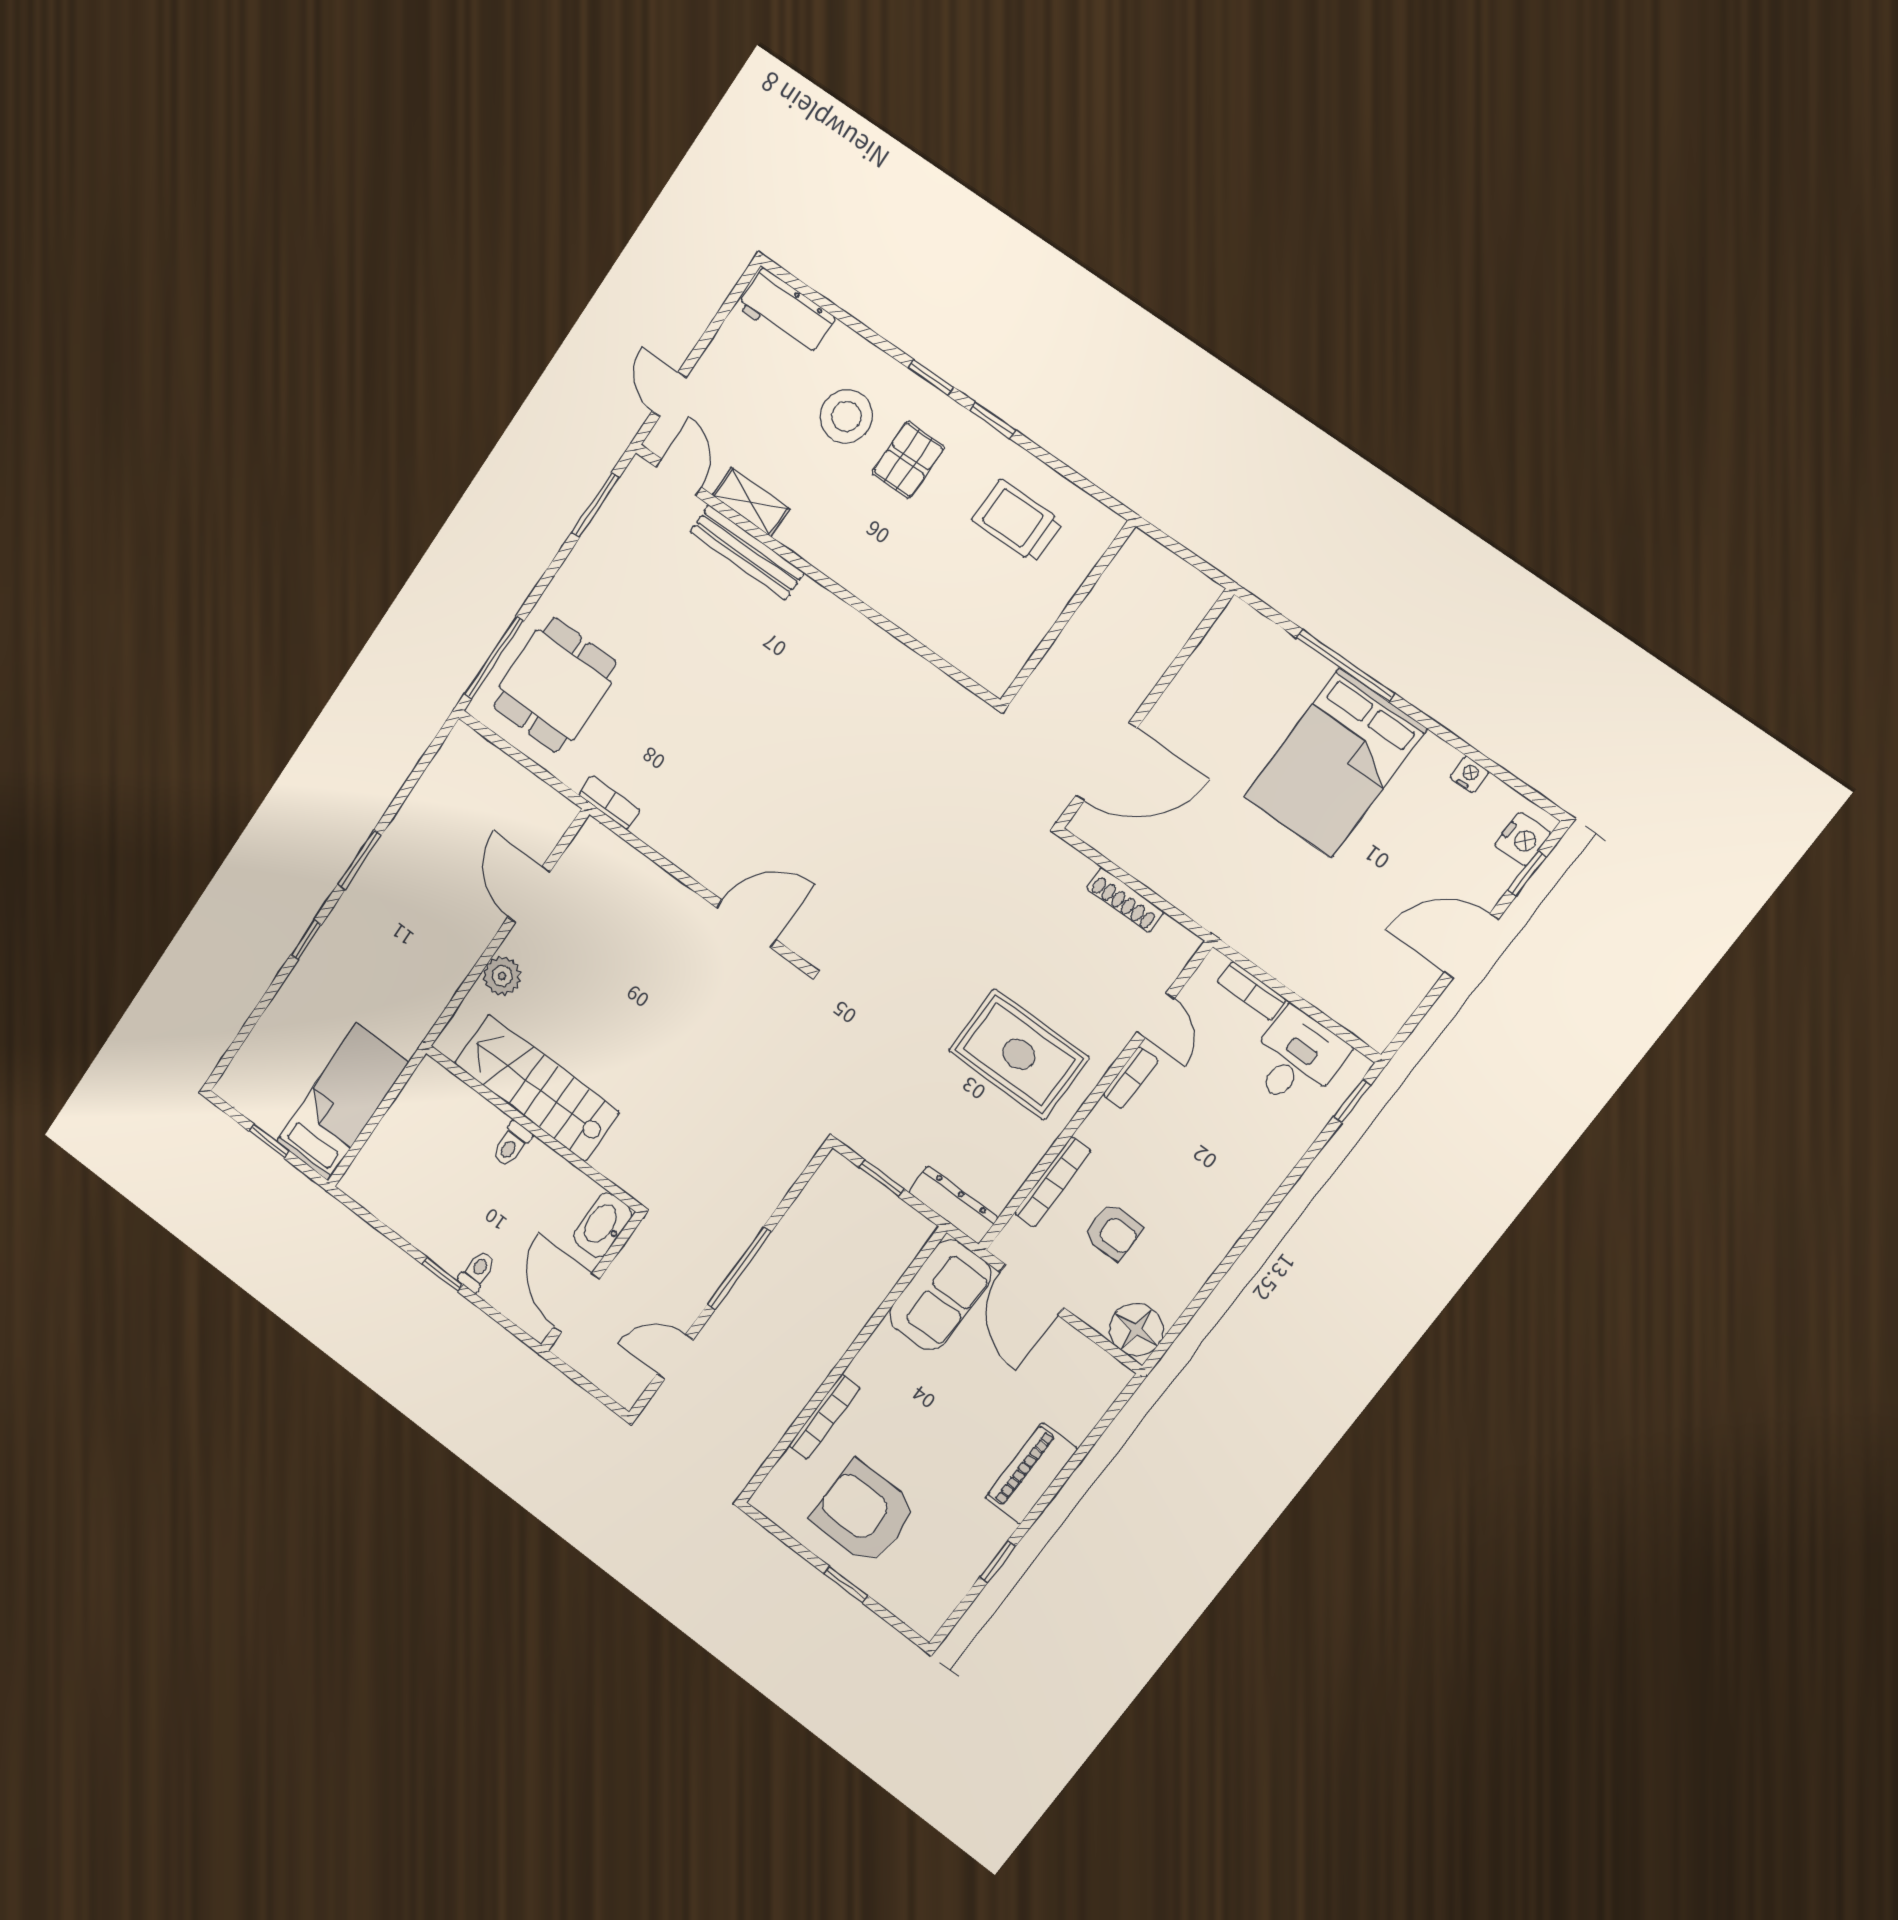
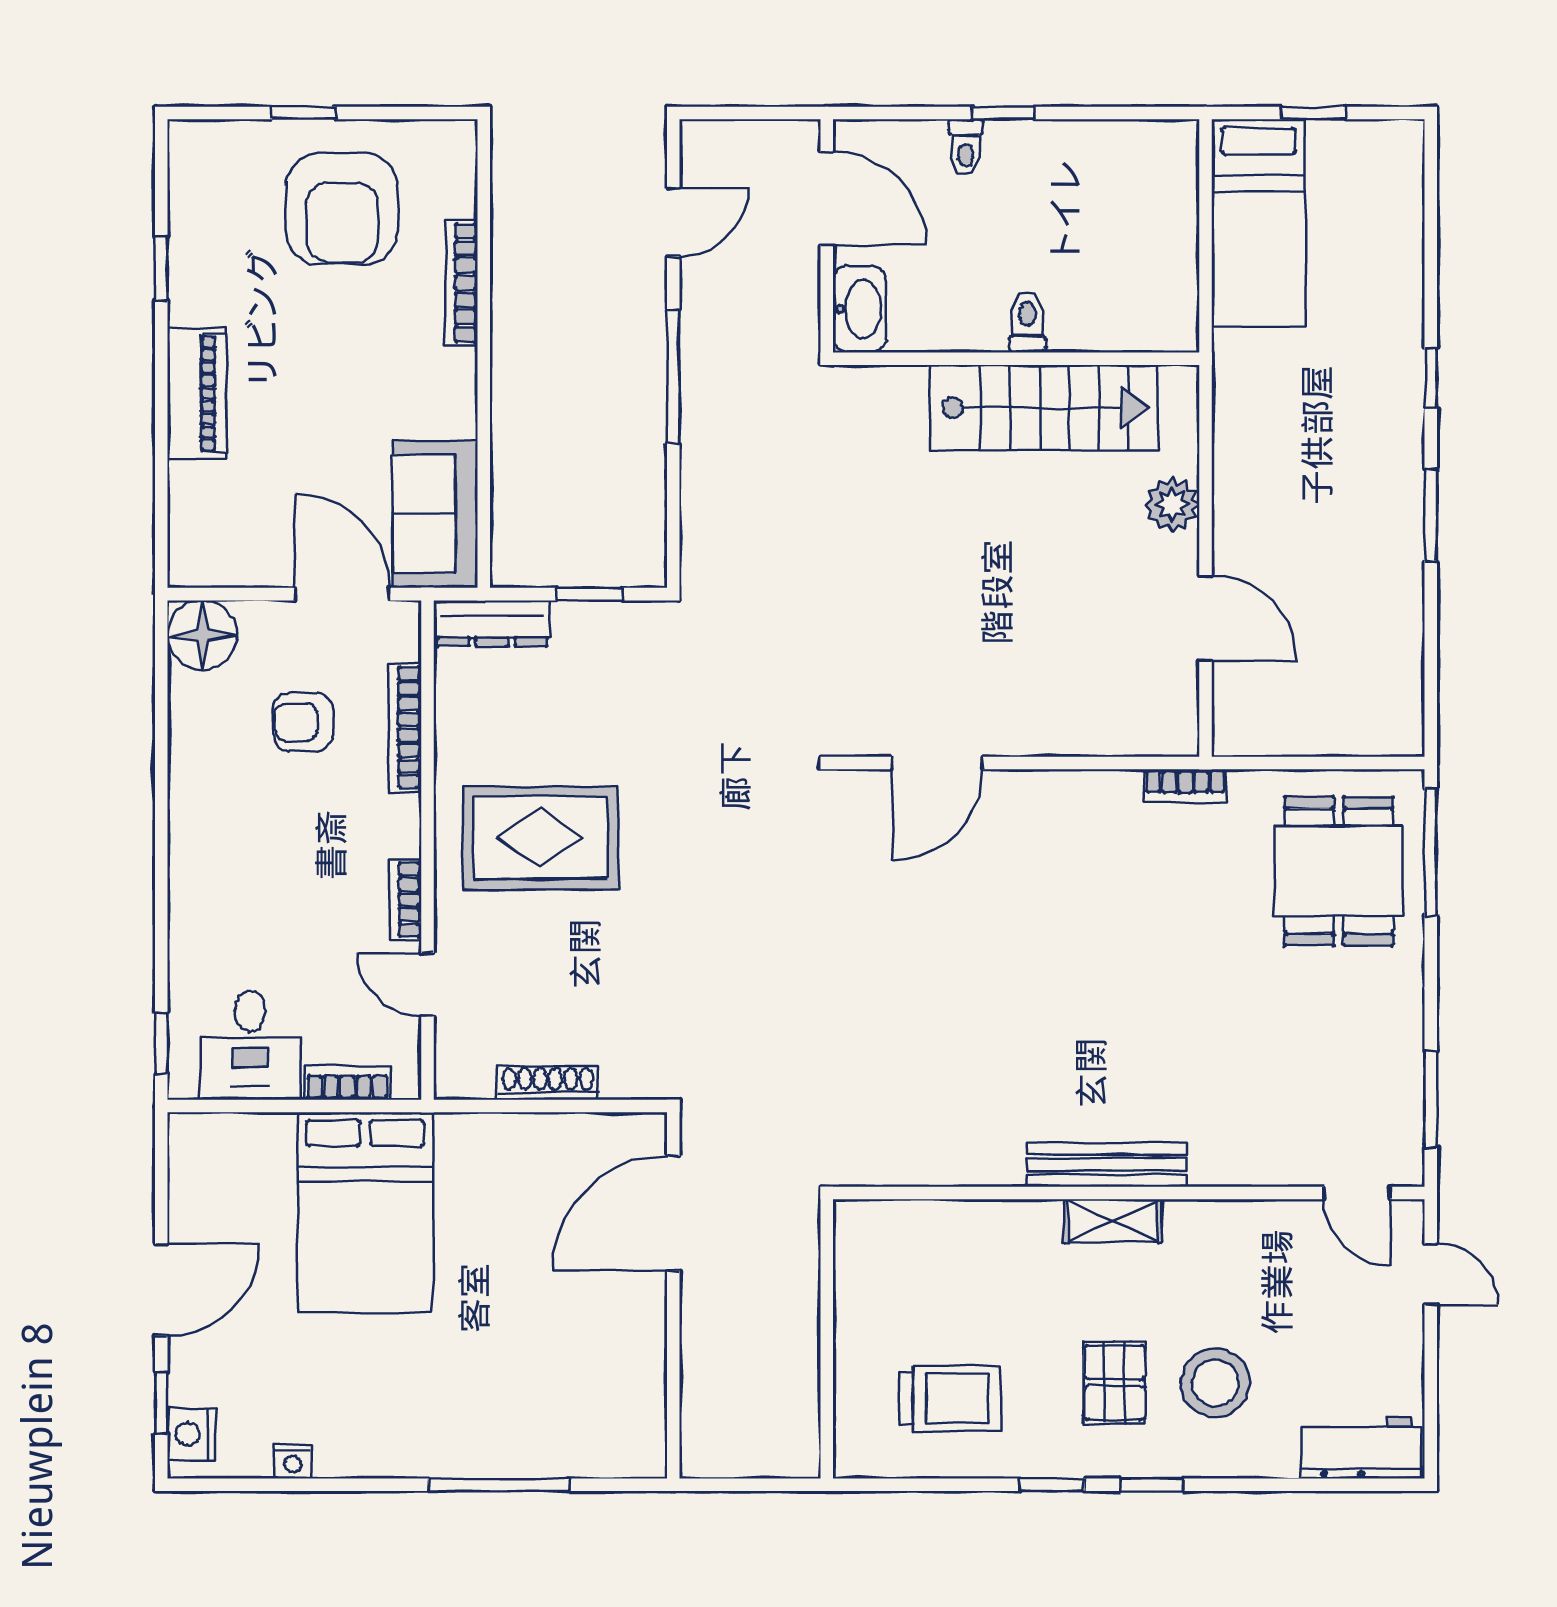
shelving: (751, 502) -> (1113, 1221), moved
bench: (747, 552) -> (1107, 1165), moved
bed: (1335, 763) -> (365, 1212), moved, turned 180
armchair: (864, 1513) -> (342, 209), turned 90

